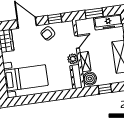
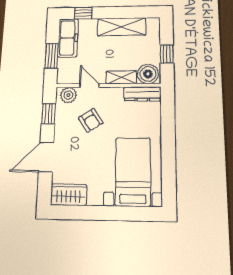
armchair: (48, 33) -> (91, 120), moved
plant: (73, 59) -> (68, 95), moved

